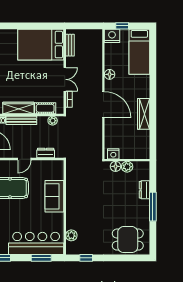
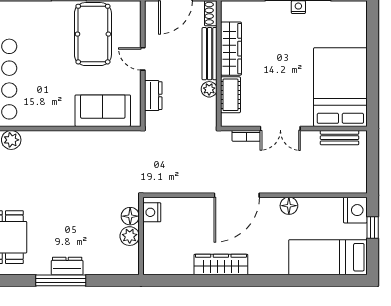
plant: (53, 121) -> (209, 89), moved
dresser: (144, 190) -> (67, 266), moved
sofa: (54, 196) -> (103, 111), moved

